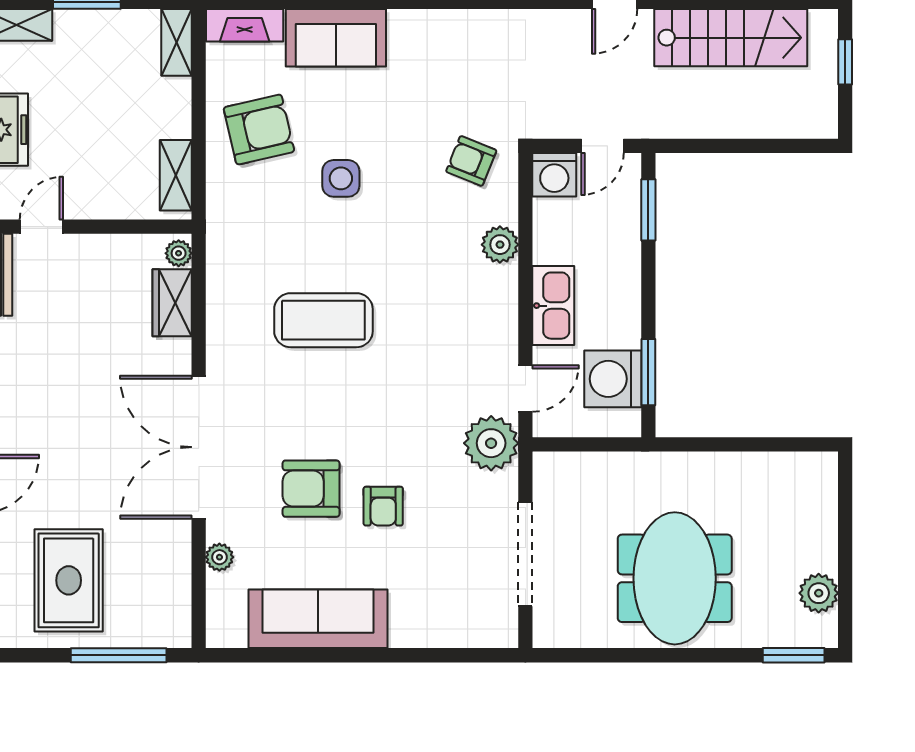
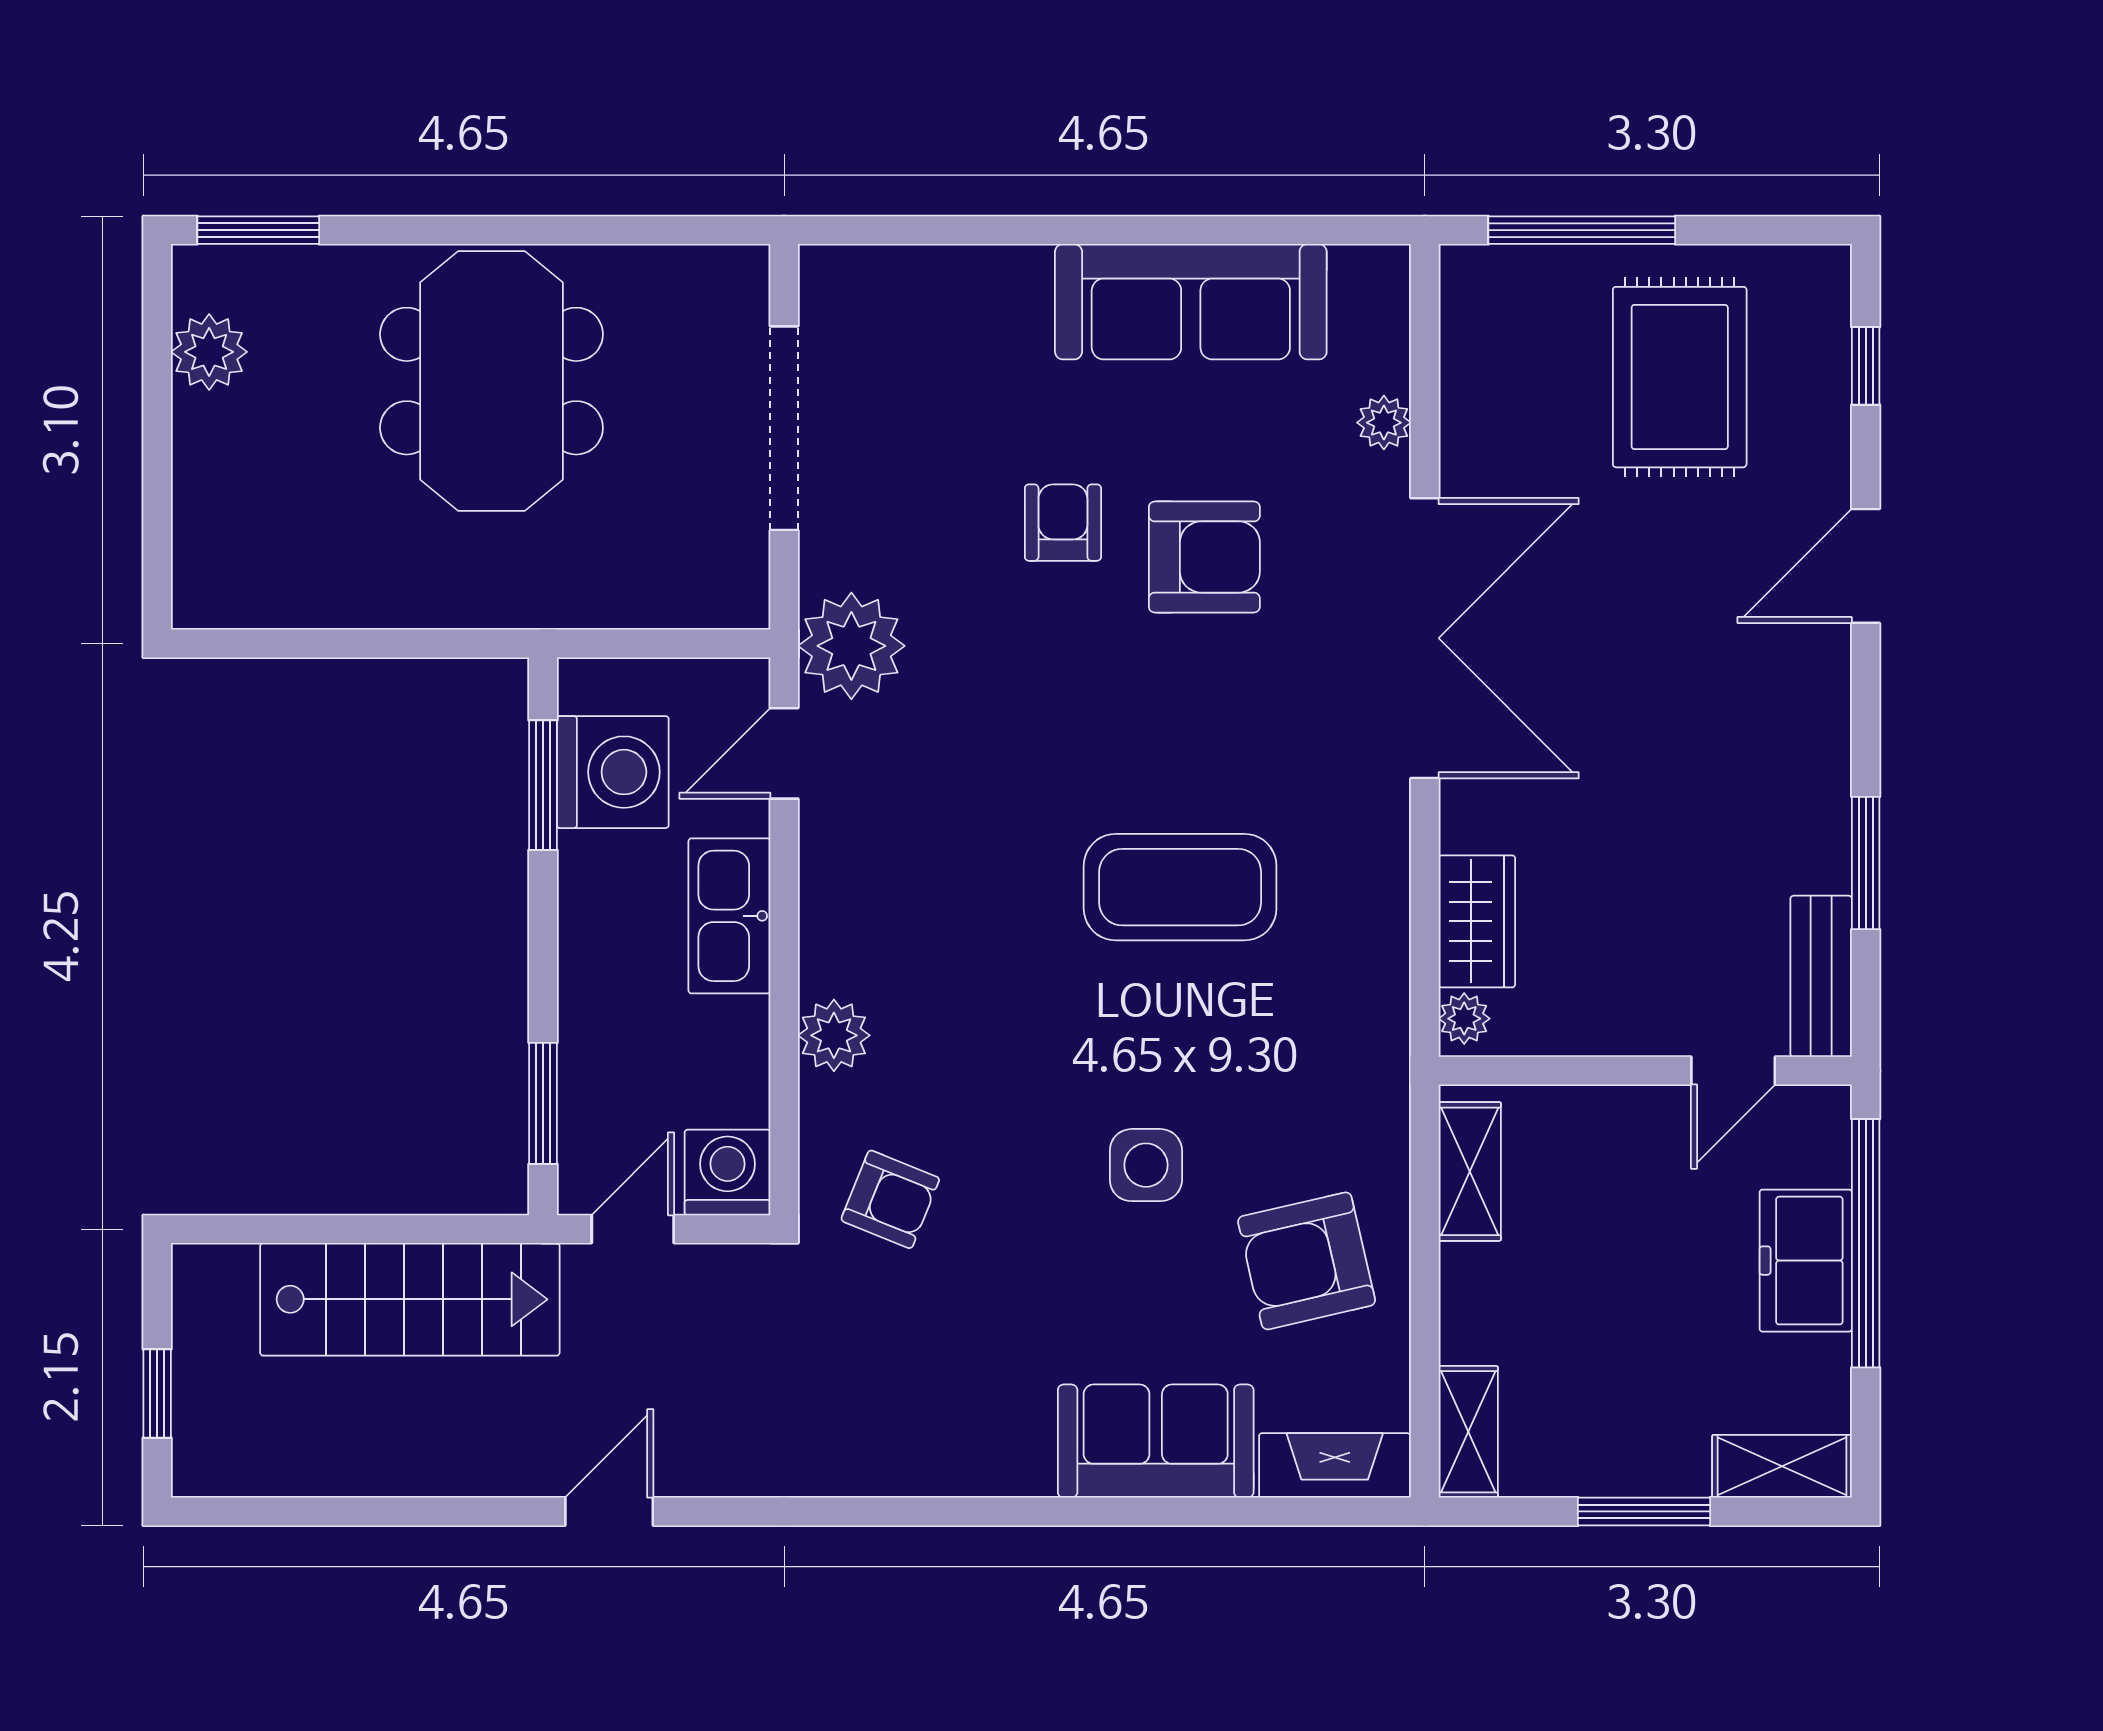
stairs: (731, 38) -> (410, 1299), moved, turned 180

